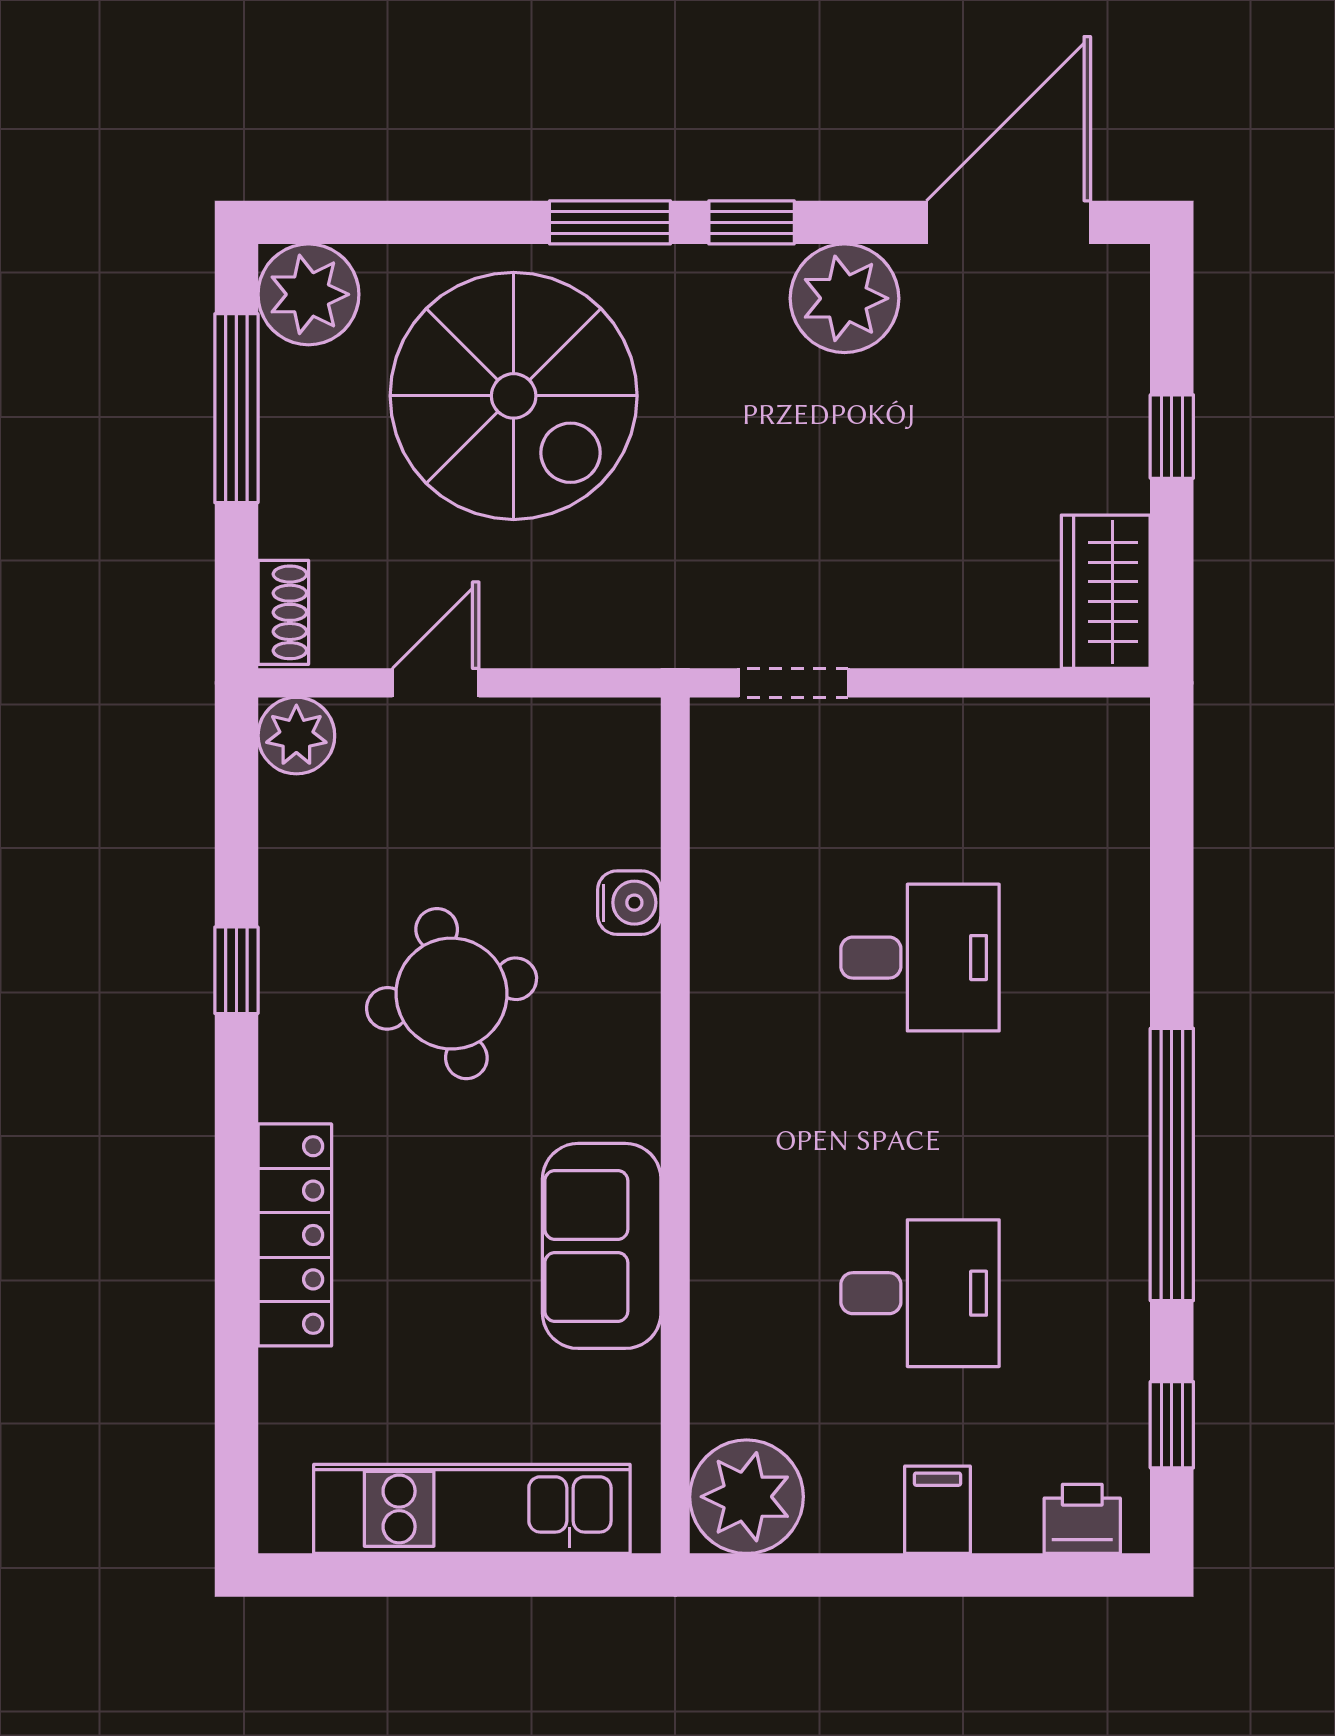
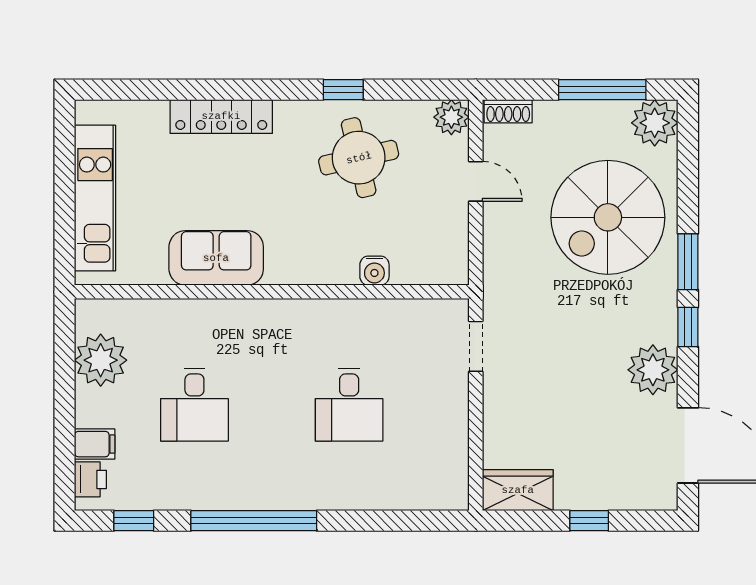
round table: (452, 994) -> (359, 158), moved
plant: (747, 1497) -> (101, 360), moved
filing cabinet: (937, 1510) -> (95, 444), moved

